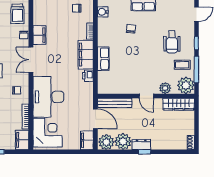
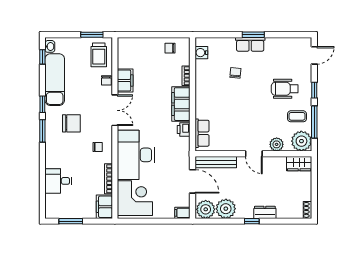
wheelchair: (172, 42) -> (285, 89), turned 90
row of seats: (103, 59) -> (202, 133), moved
double door: (31, 60) -> (115, 110), swing flipped
wardrobe: (179, 104) -> (299, 164), width x0.67
filing cabinet: (87, 140) -> (182, 213), width x0.50
dresser: (141, 145) -> (265, 212), moved

